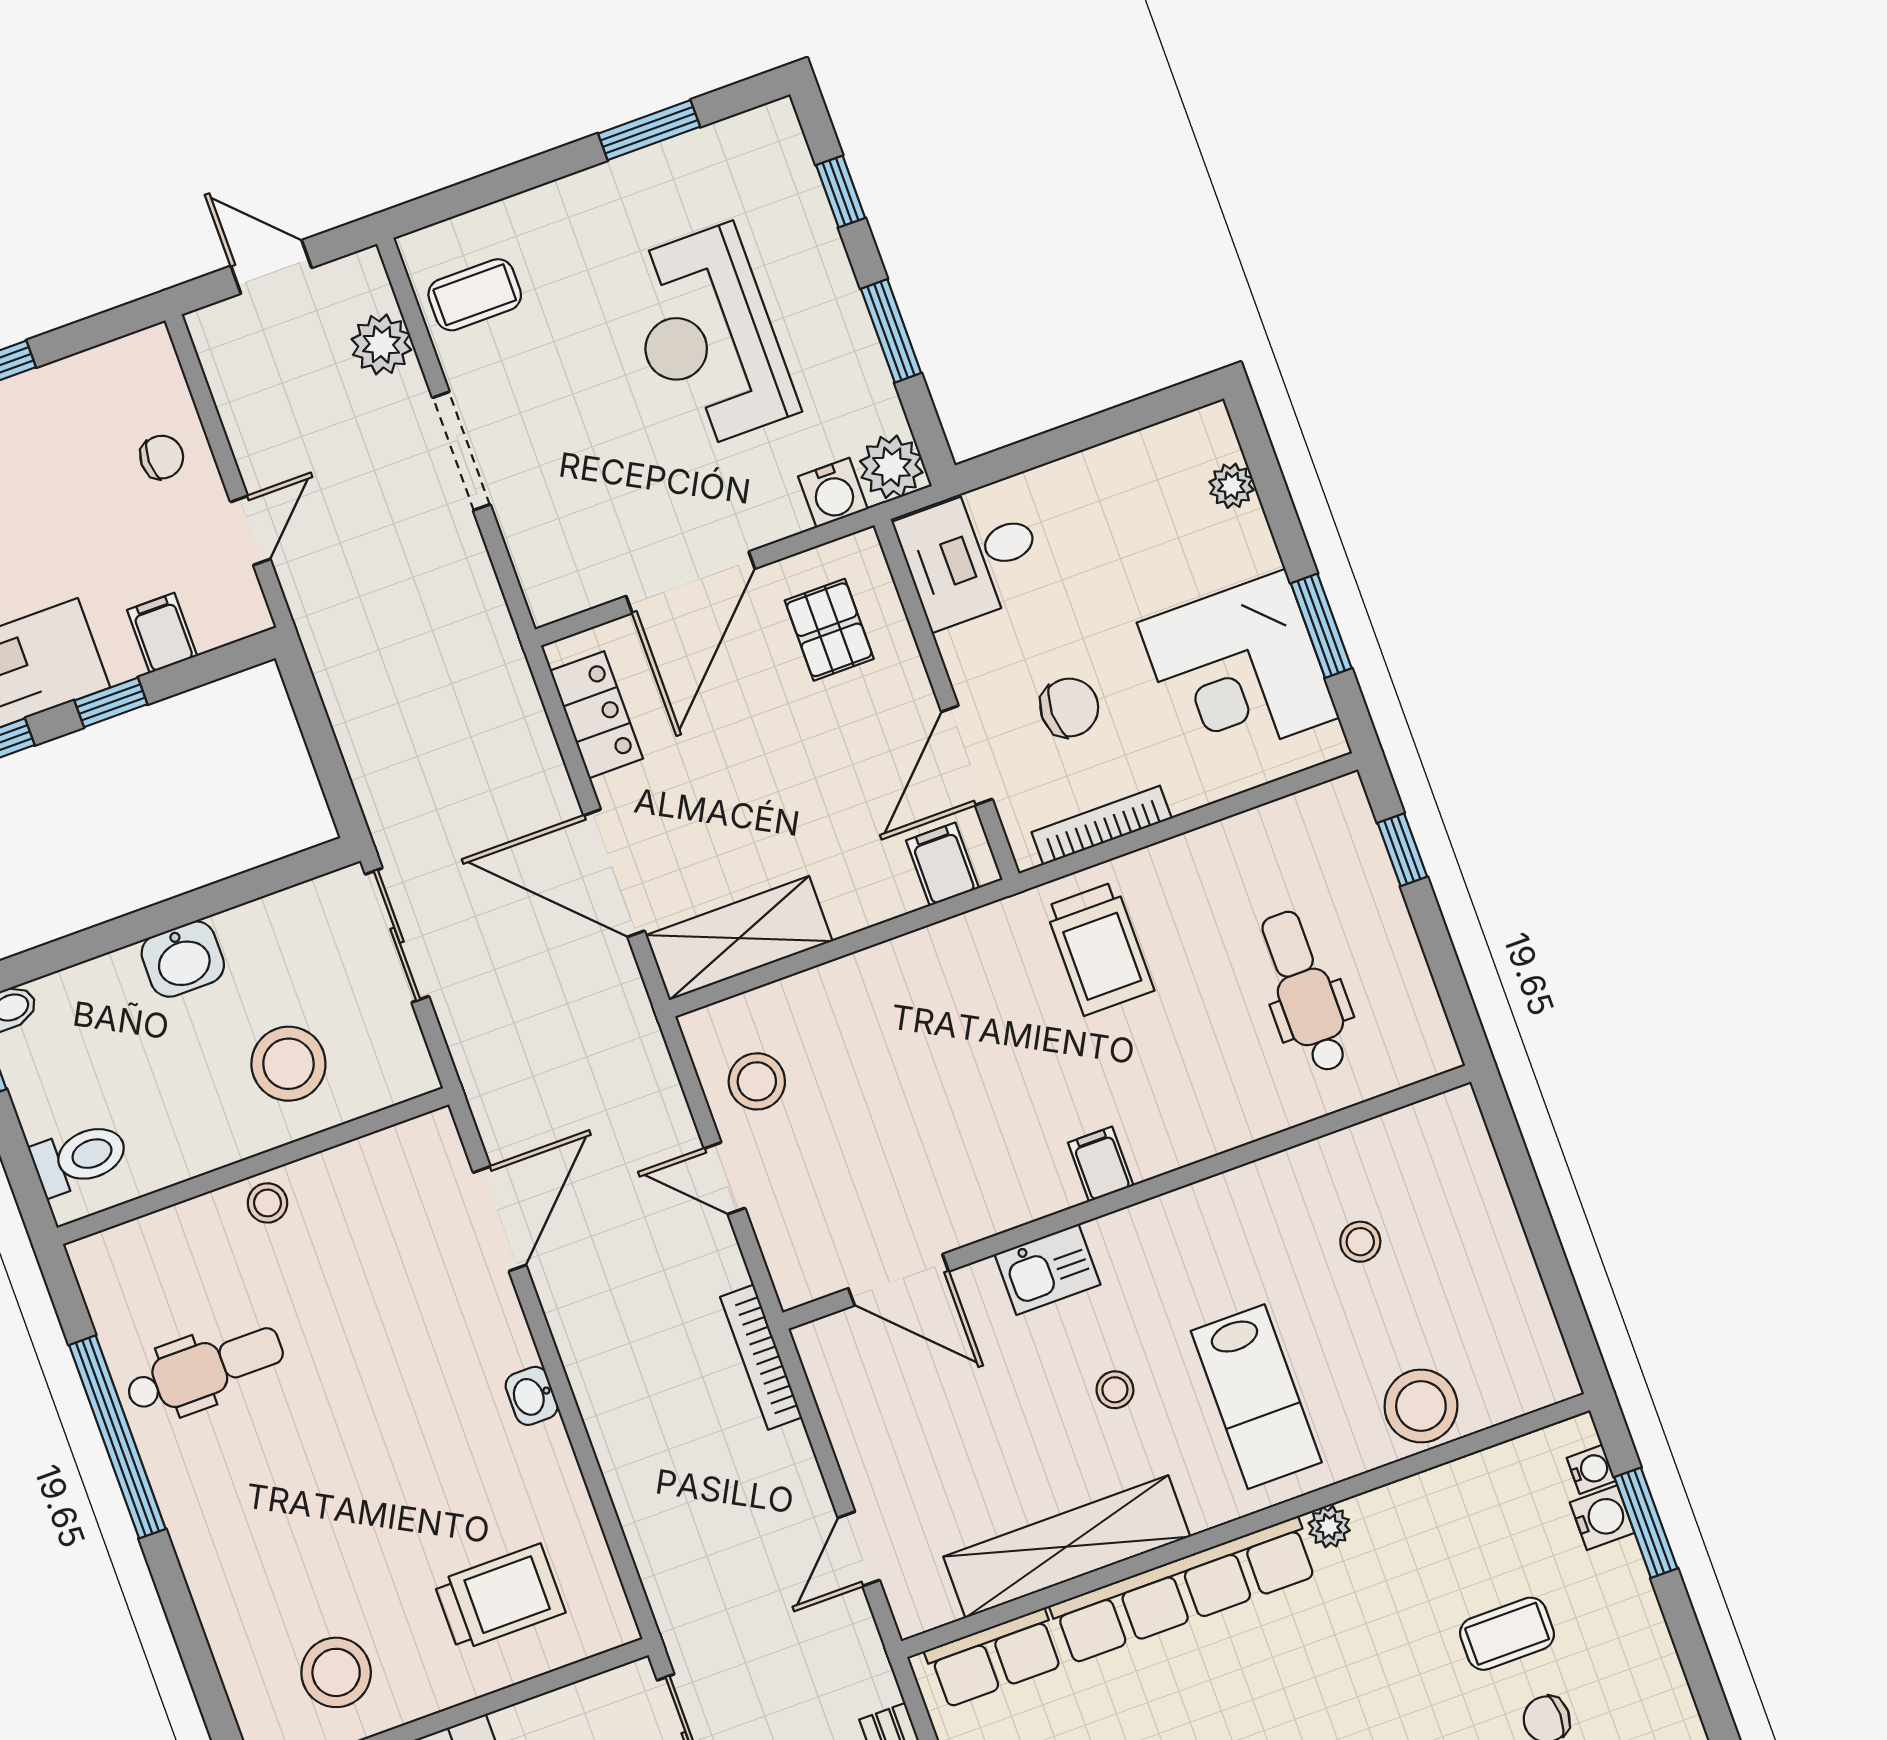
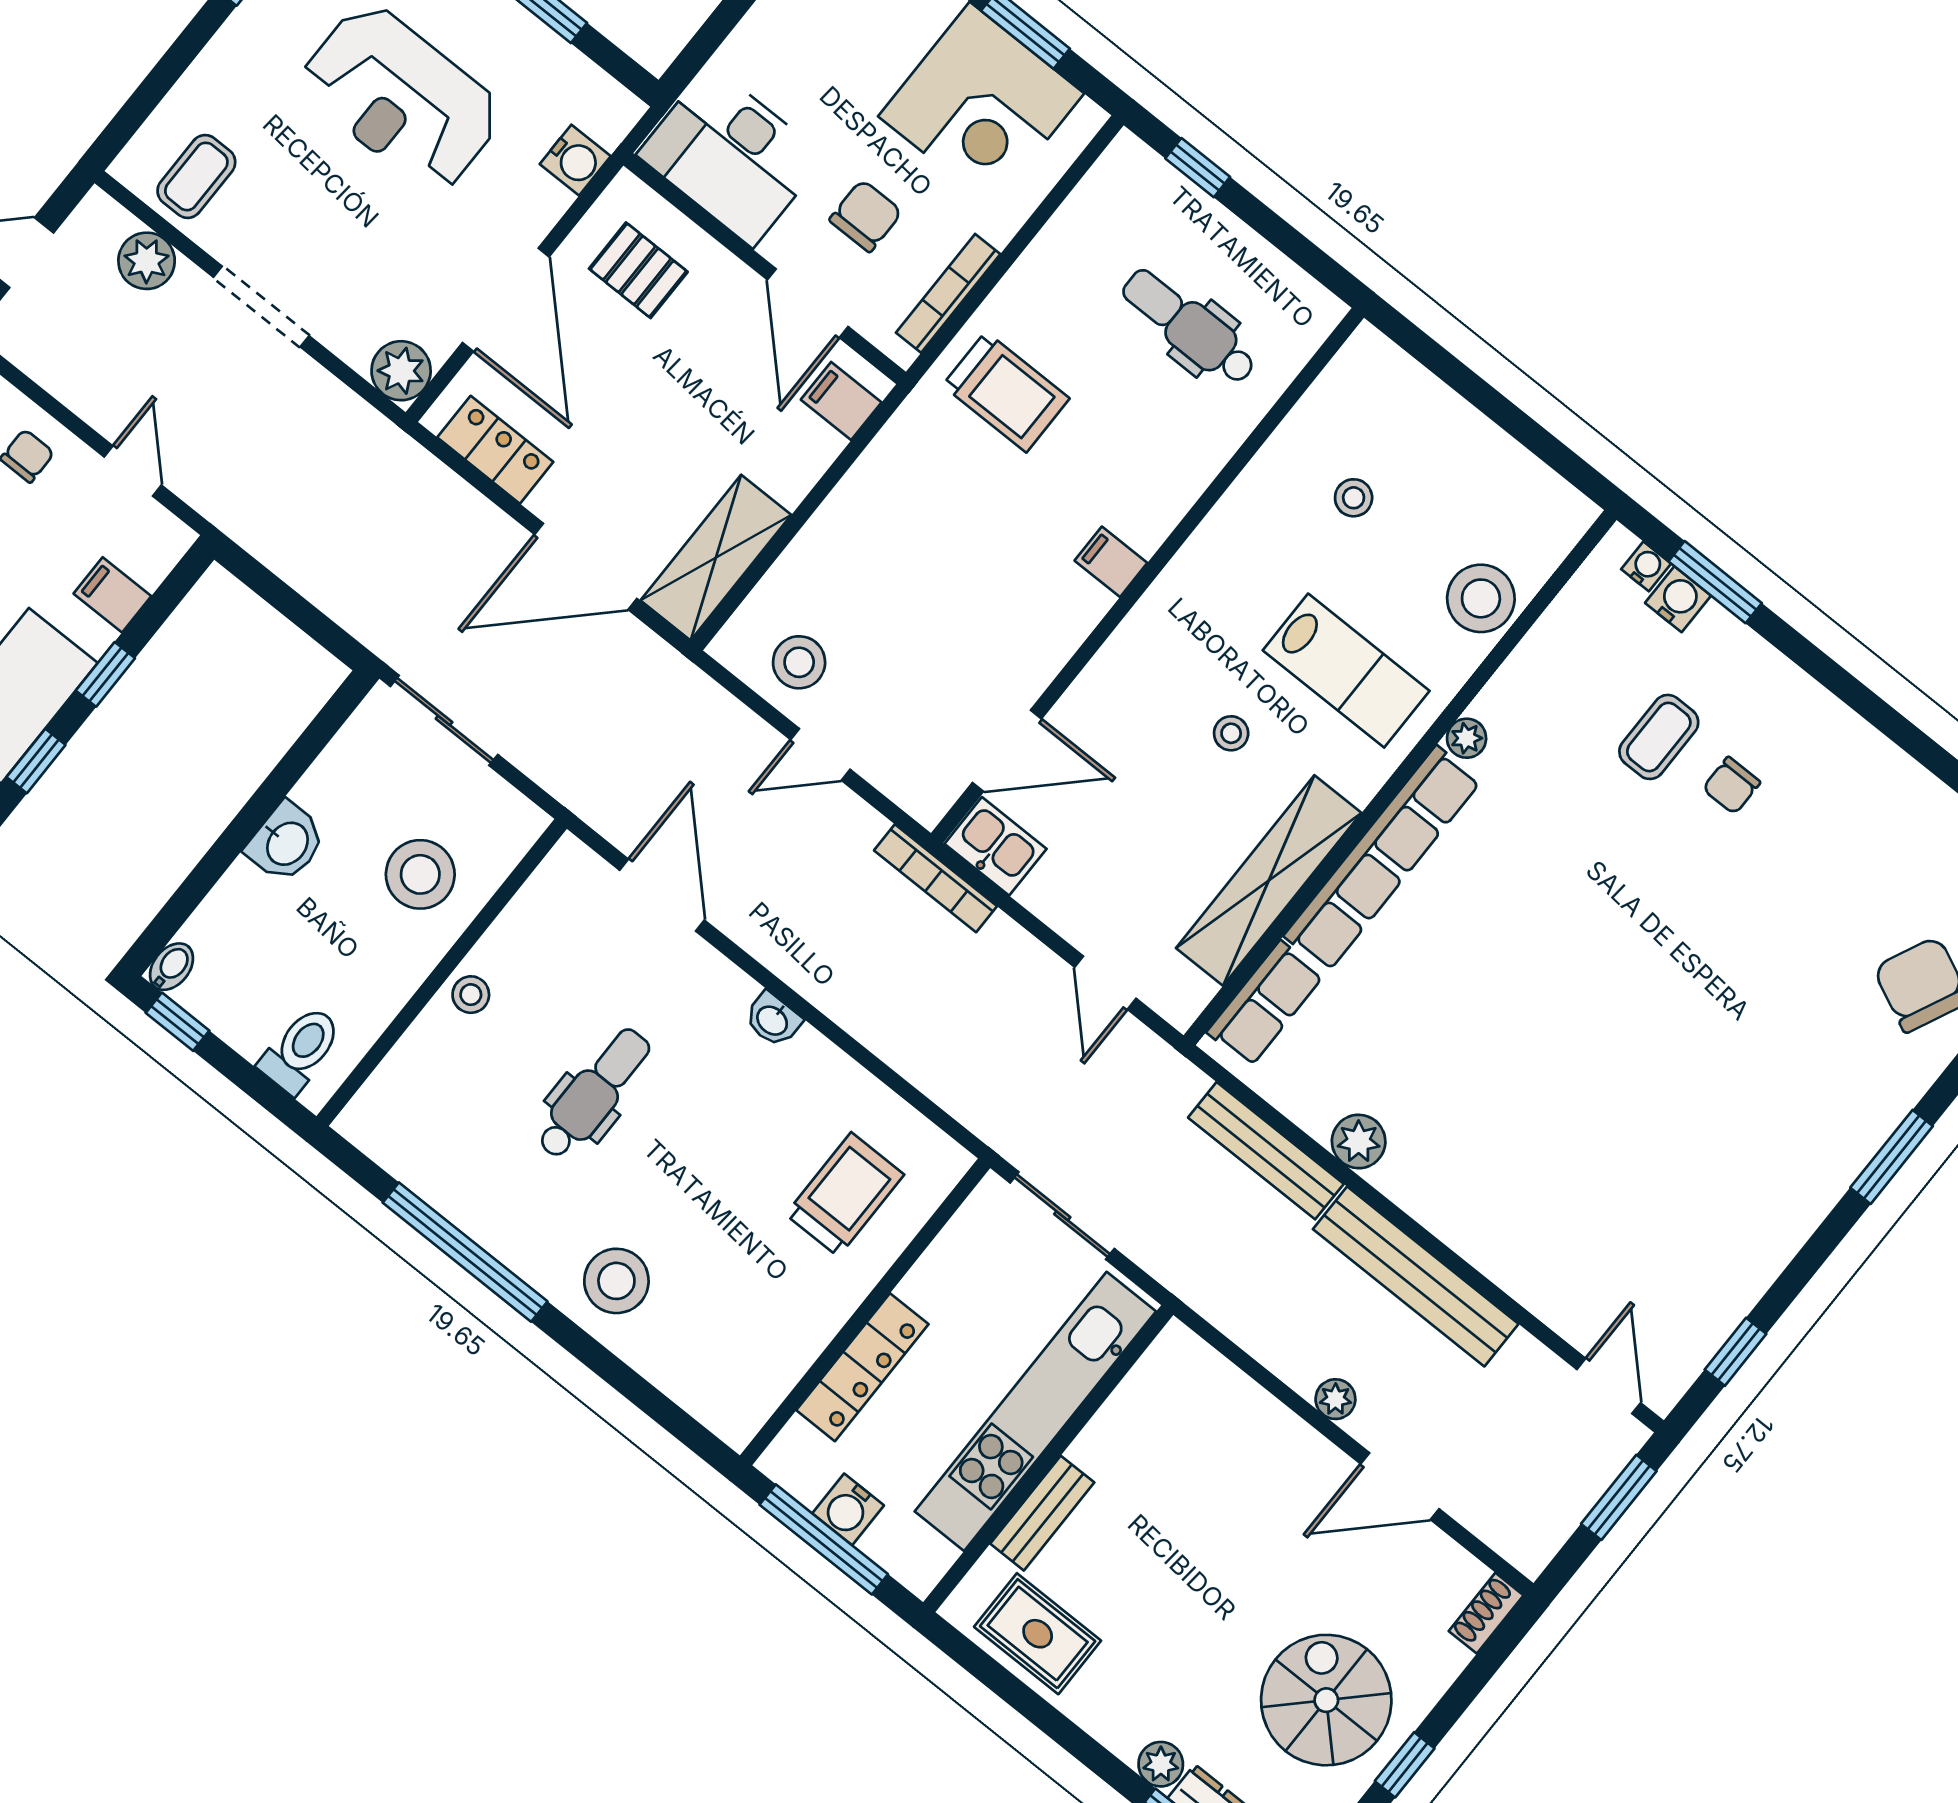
plant: (891, 467) -> (401, 371), moved
desk: (972, 556) -> (731, 156), width x1.37
kitchen sink: (1047, 1269) -> (996, 846), moved, turned -90
dental chair: (205, 1370) -> (594, 1094), moved
stool: (336, 1672) -> (616, 1281), moved

